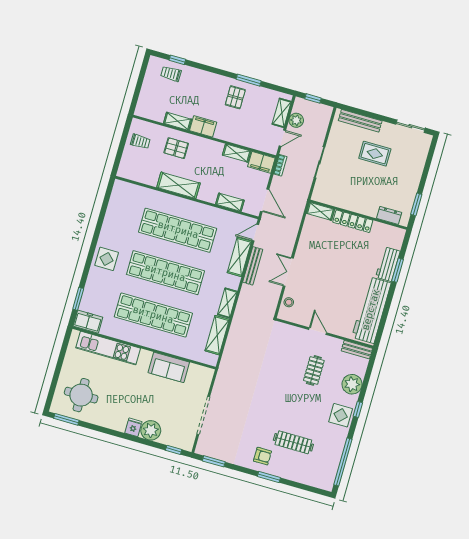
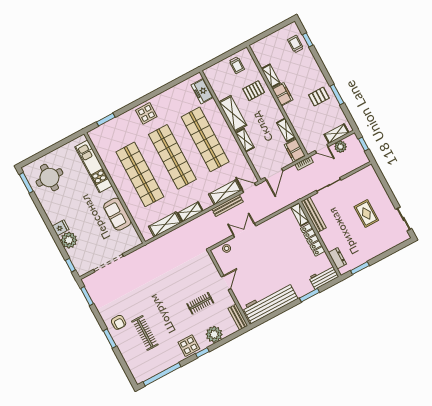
bench: (360, 121) -> (314, 215), moved
pallet: (176, 148) -> (254, 91), turned 90
shelving: (230, 202) -> (245, 140), moved
workbench: (388, 264) -> (324, 277), moved
freezer: (88, 322) -> (202, 91), moved, turned 180

